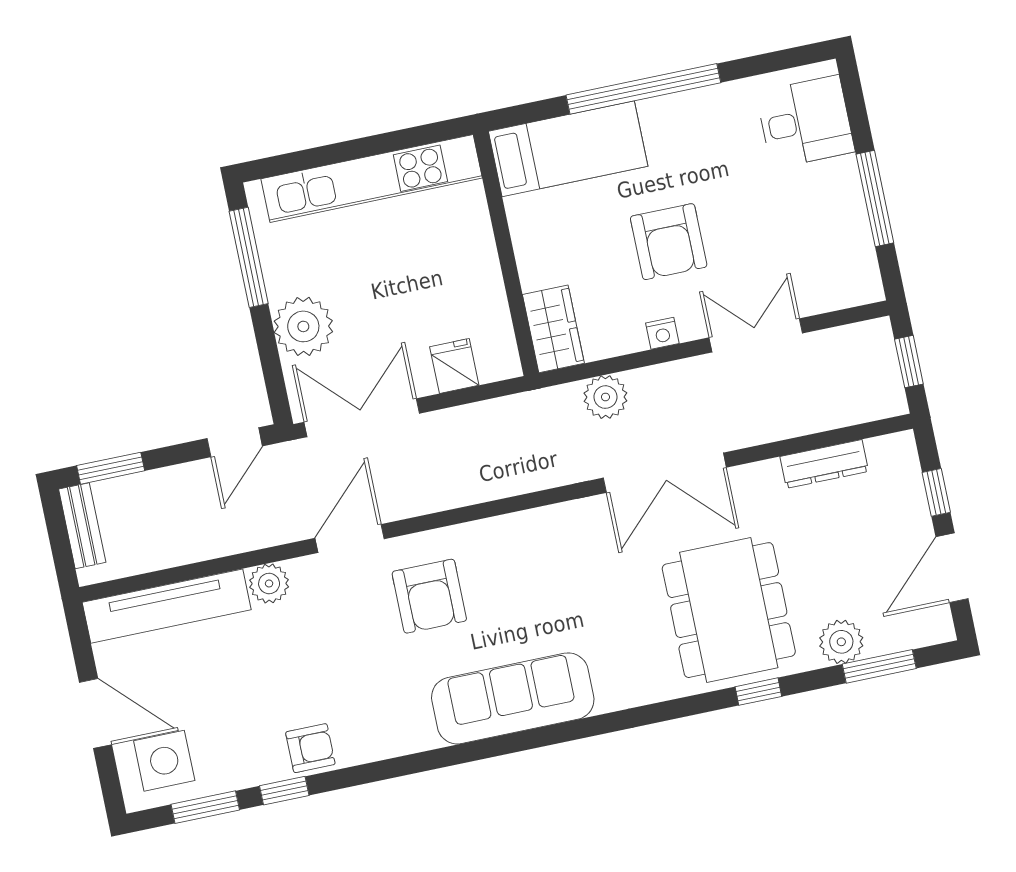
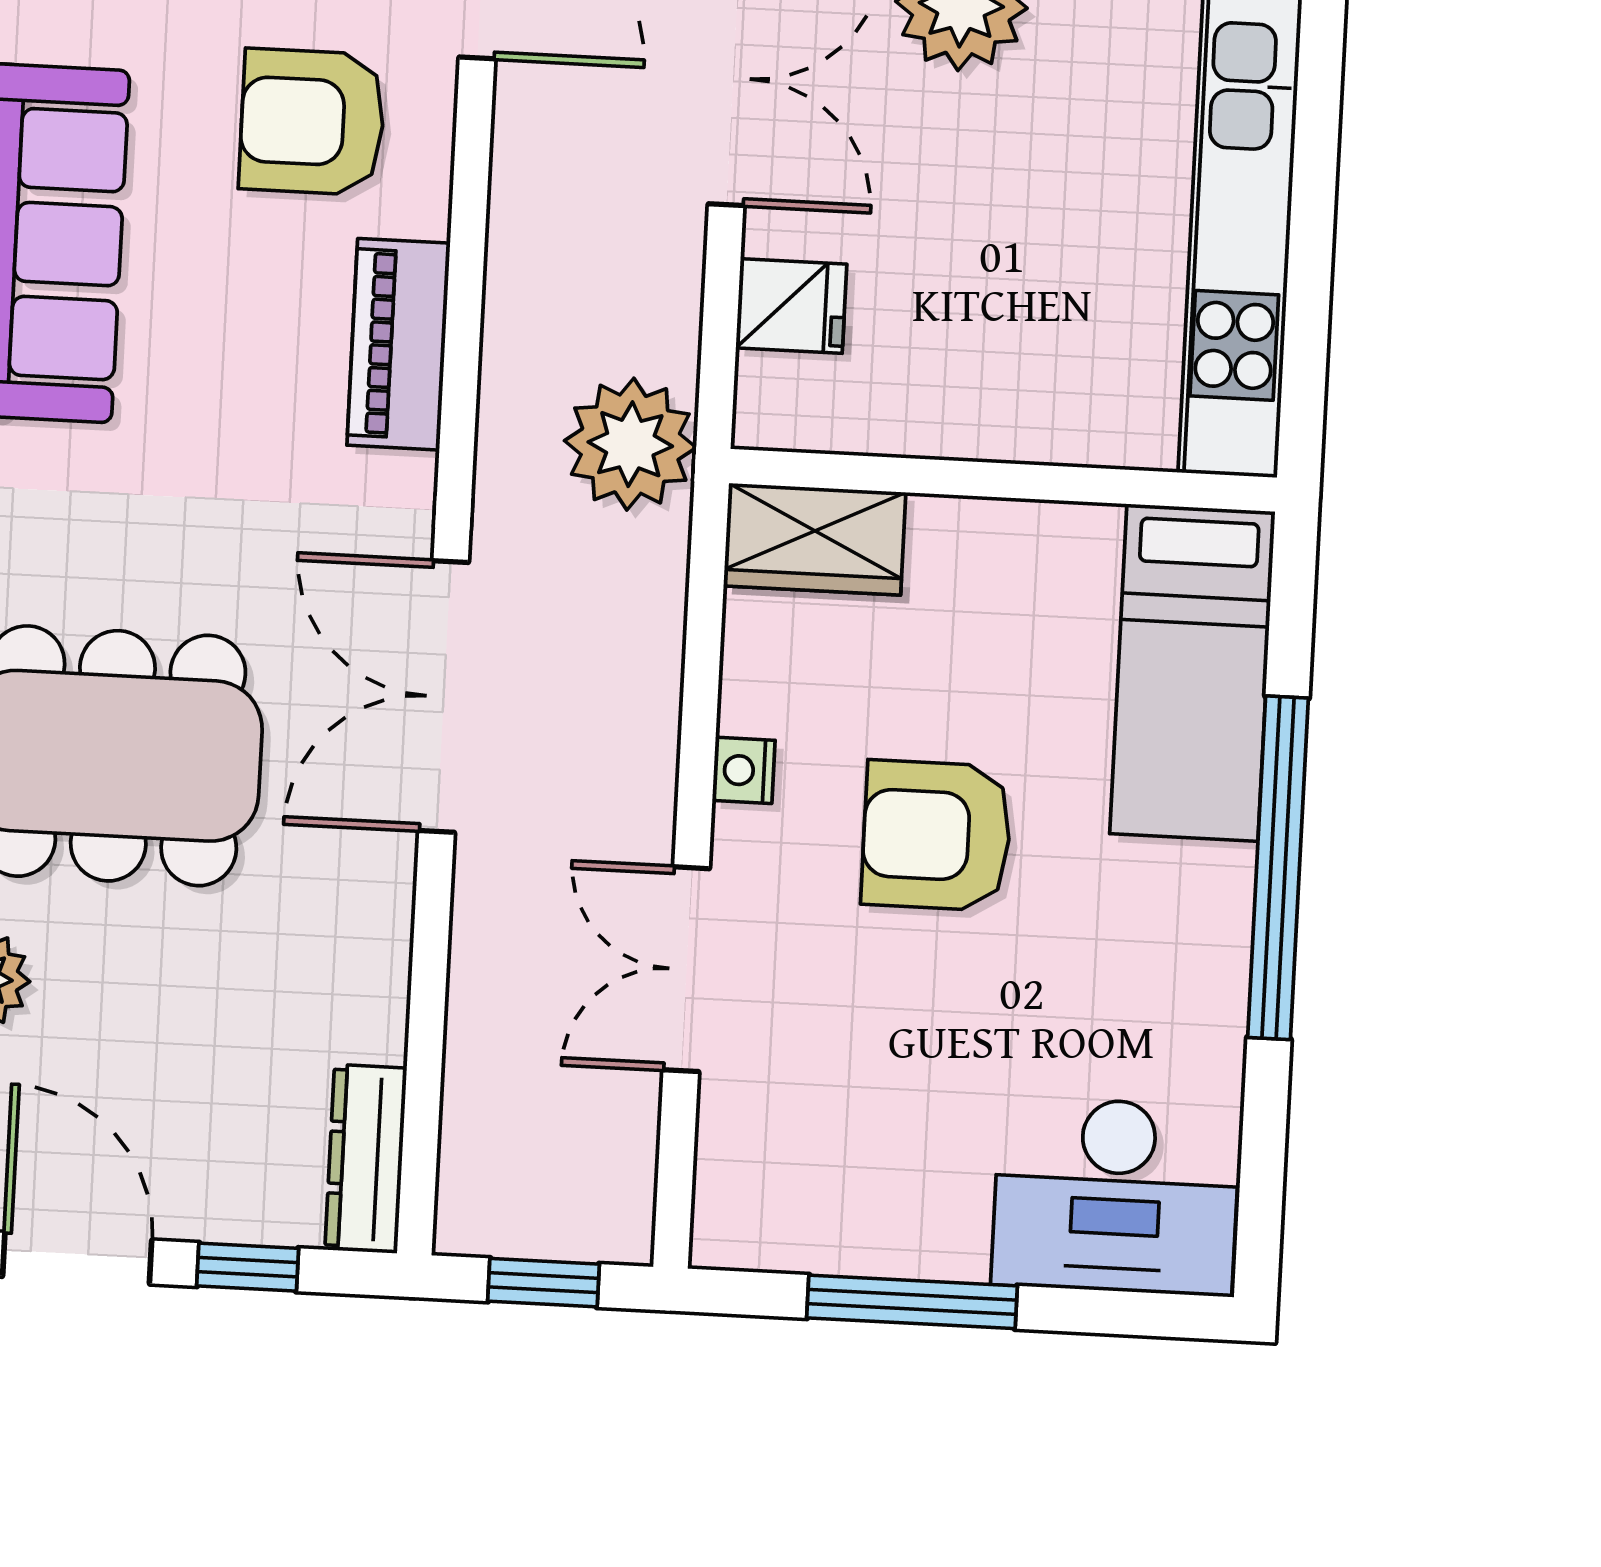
desk: (805, 122) -> (1116, 1196), width x1.37
double door: (756, 335) -> (686, 969), swing flipped
plant: (605, 397) -> (630, 444), moved, width x1.36, depth x1.36
dresser: (824, 464) -> (366, 1159), moved
piano: (516, 533) -> (399, 344), added

